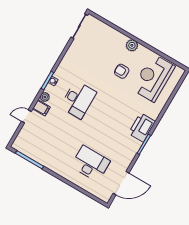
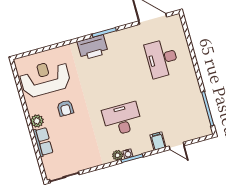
row of seats: (115, 36) -> (43, 142), added
reception desk: (153, 78) -> (45, 78), turned 180
plant: (45, 97) -> (118, 155), moved

